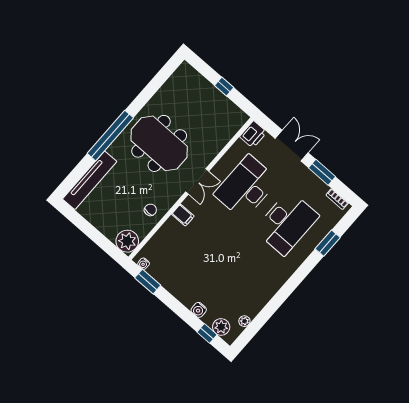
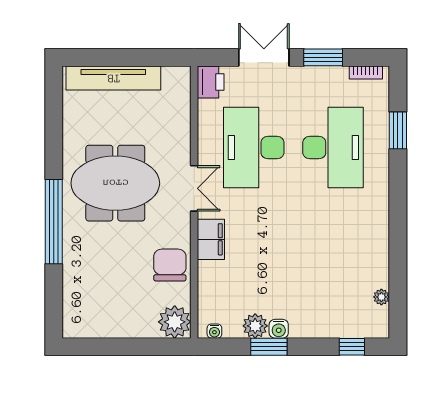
window: (224, 87) -> (132, 57), removed
tv unit: (90, 180) -> (113, 78), moved, turned 90
chair: (150, 210) -> (170, 265), width x1.87, depth x1.87
filing cabinet: (183, 215) -> (211, 239), width x2.00
window: (148, 282) -> (269, 347), moved
water cooler: (199, 310) -> (279, 329), moved
plant: (221, 327) -> (255, 326), moved

